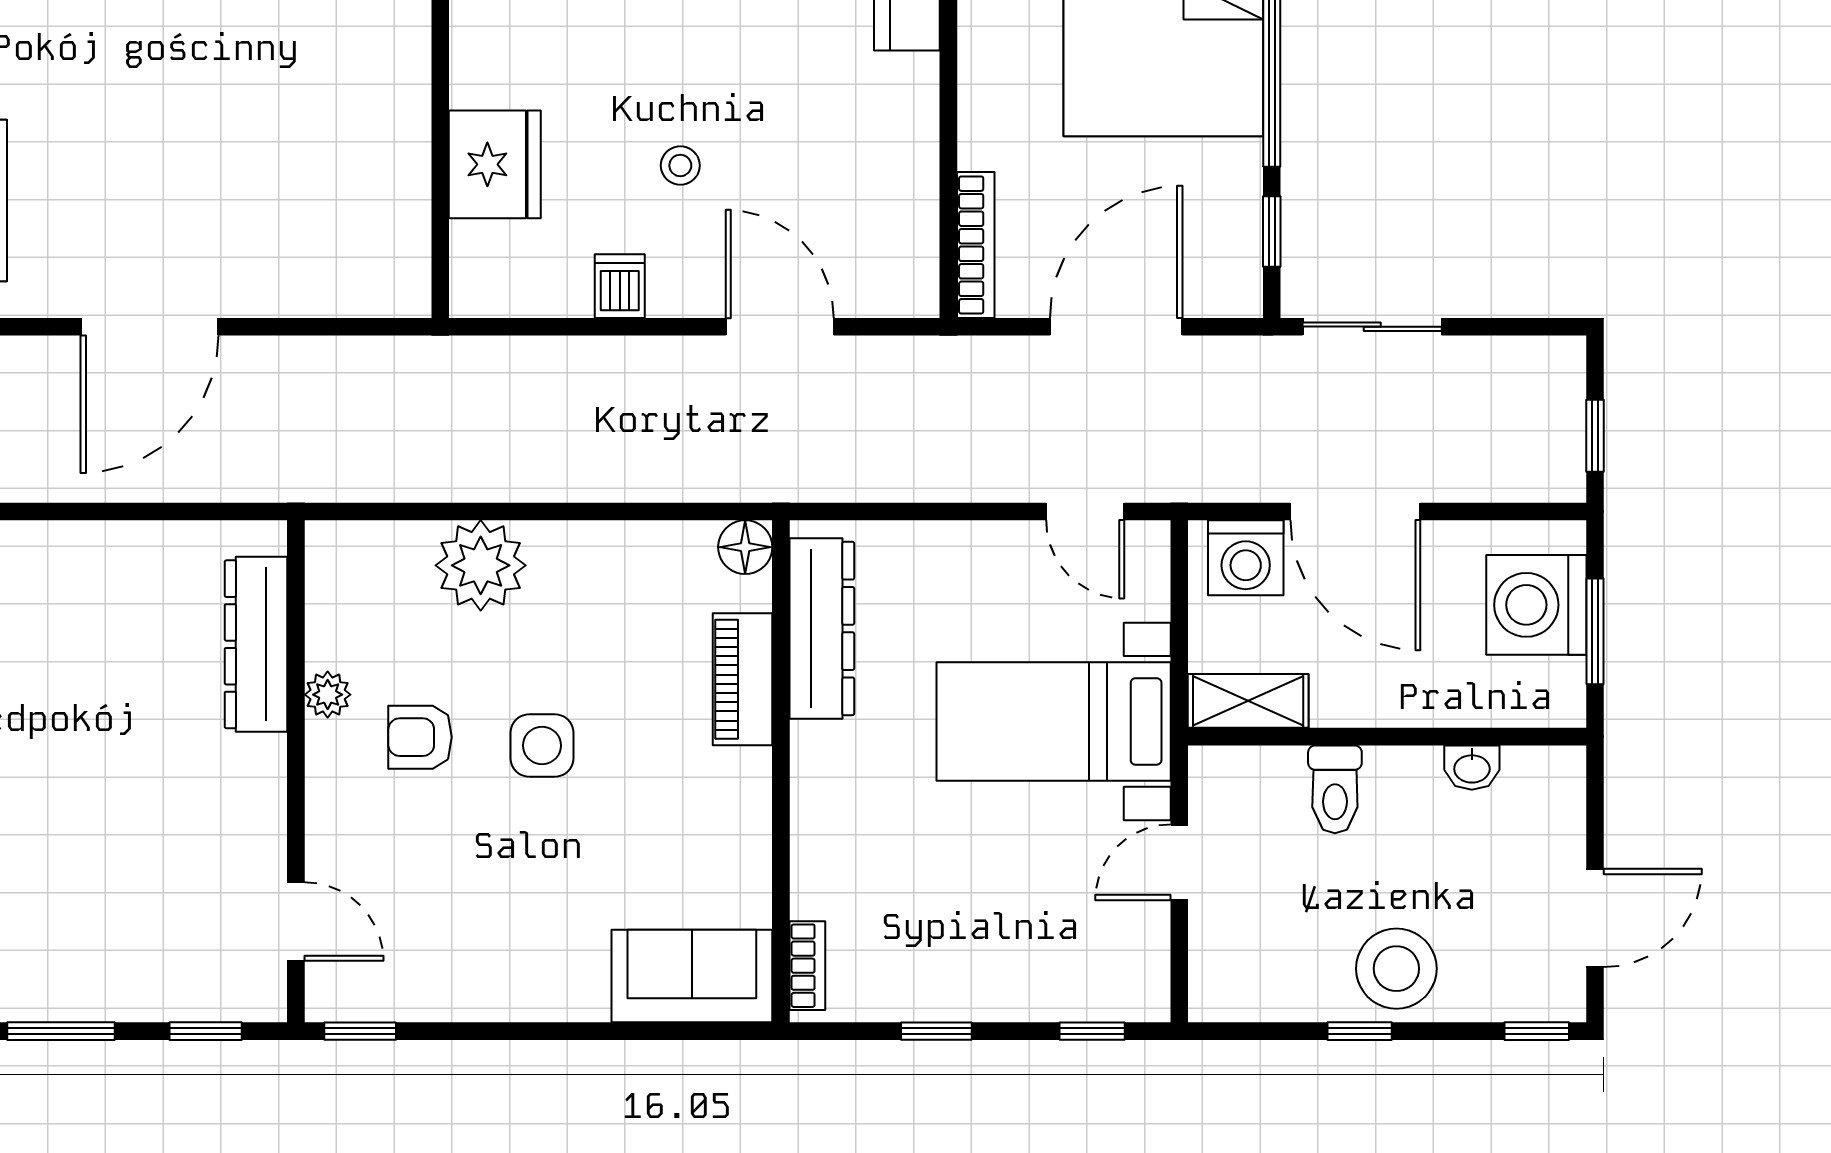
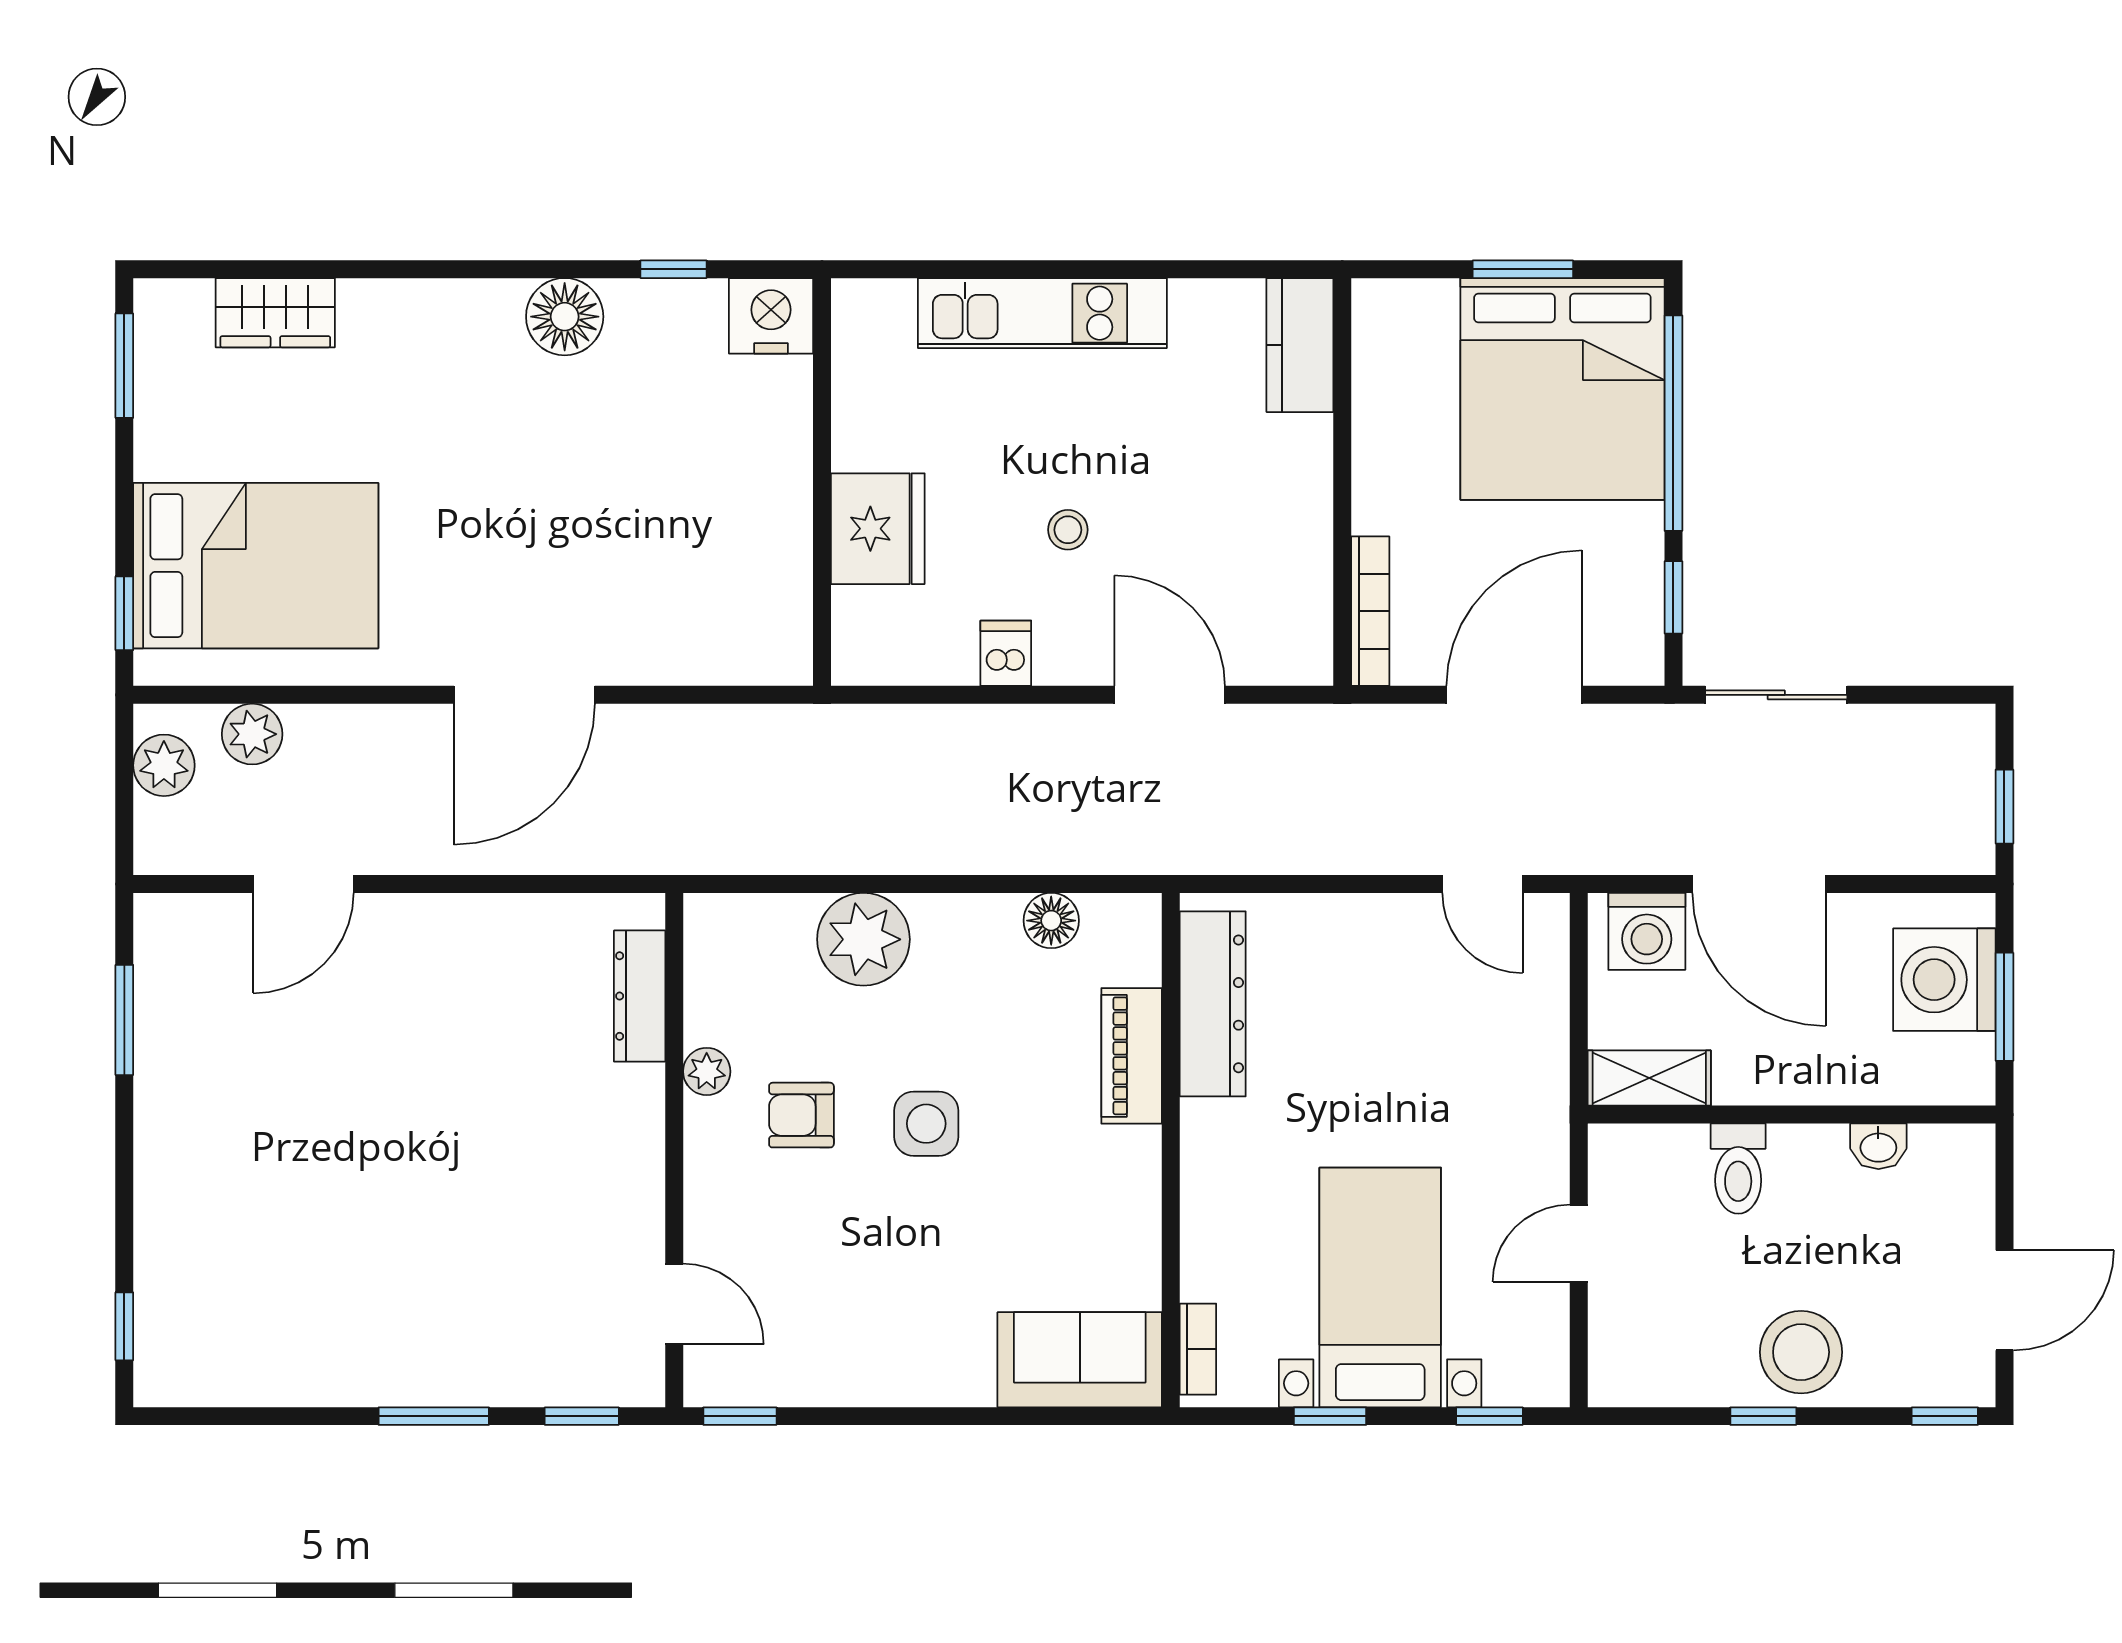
floor lamp: (745, 547) -> (1051, 921), moved
dresser: (256, 644) -> (640, 996), width x0.73, depth x0.80
bed with nightstands: (1054, 721) -> (1380, 1287), moved, turned 90

